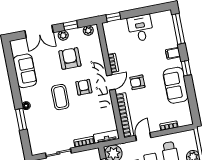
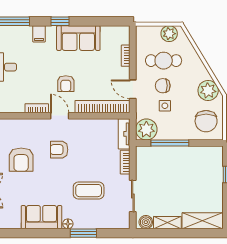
armchair: (70, 58) -> (21, 160), turned -90
sofa: (25, 71) -> (41, 217), moved
coffee table: (60, 97) -> (89, 191), moved

